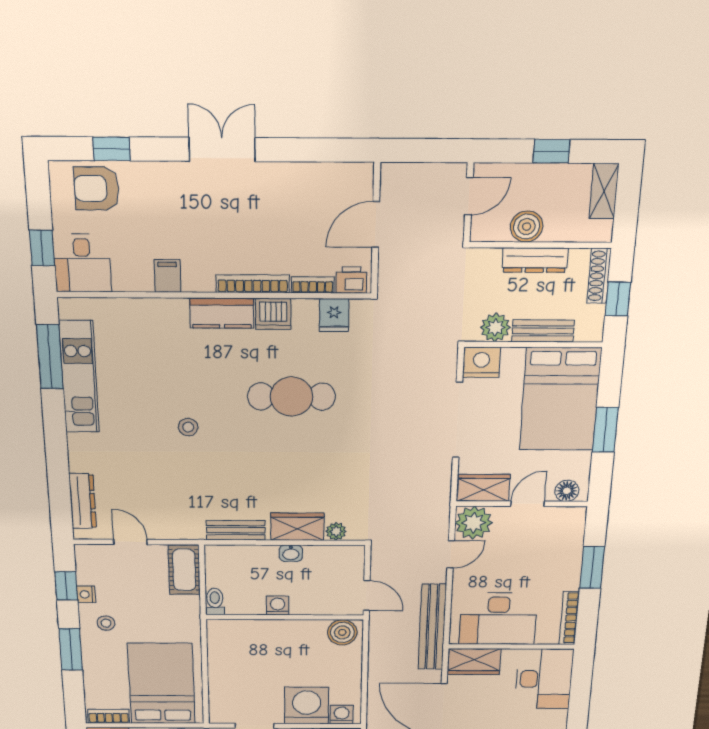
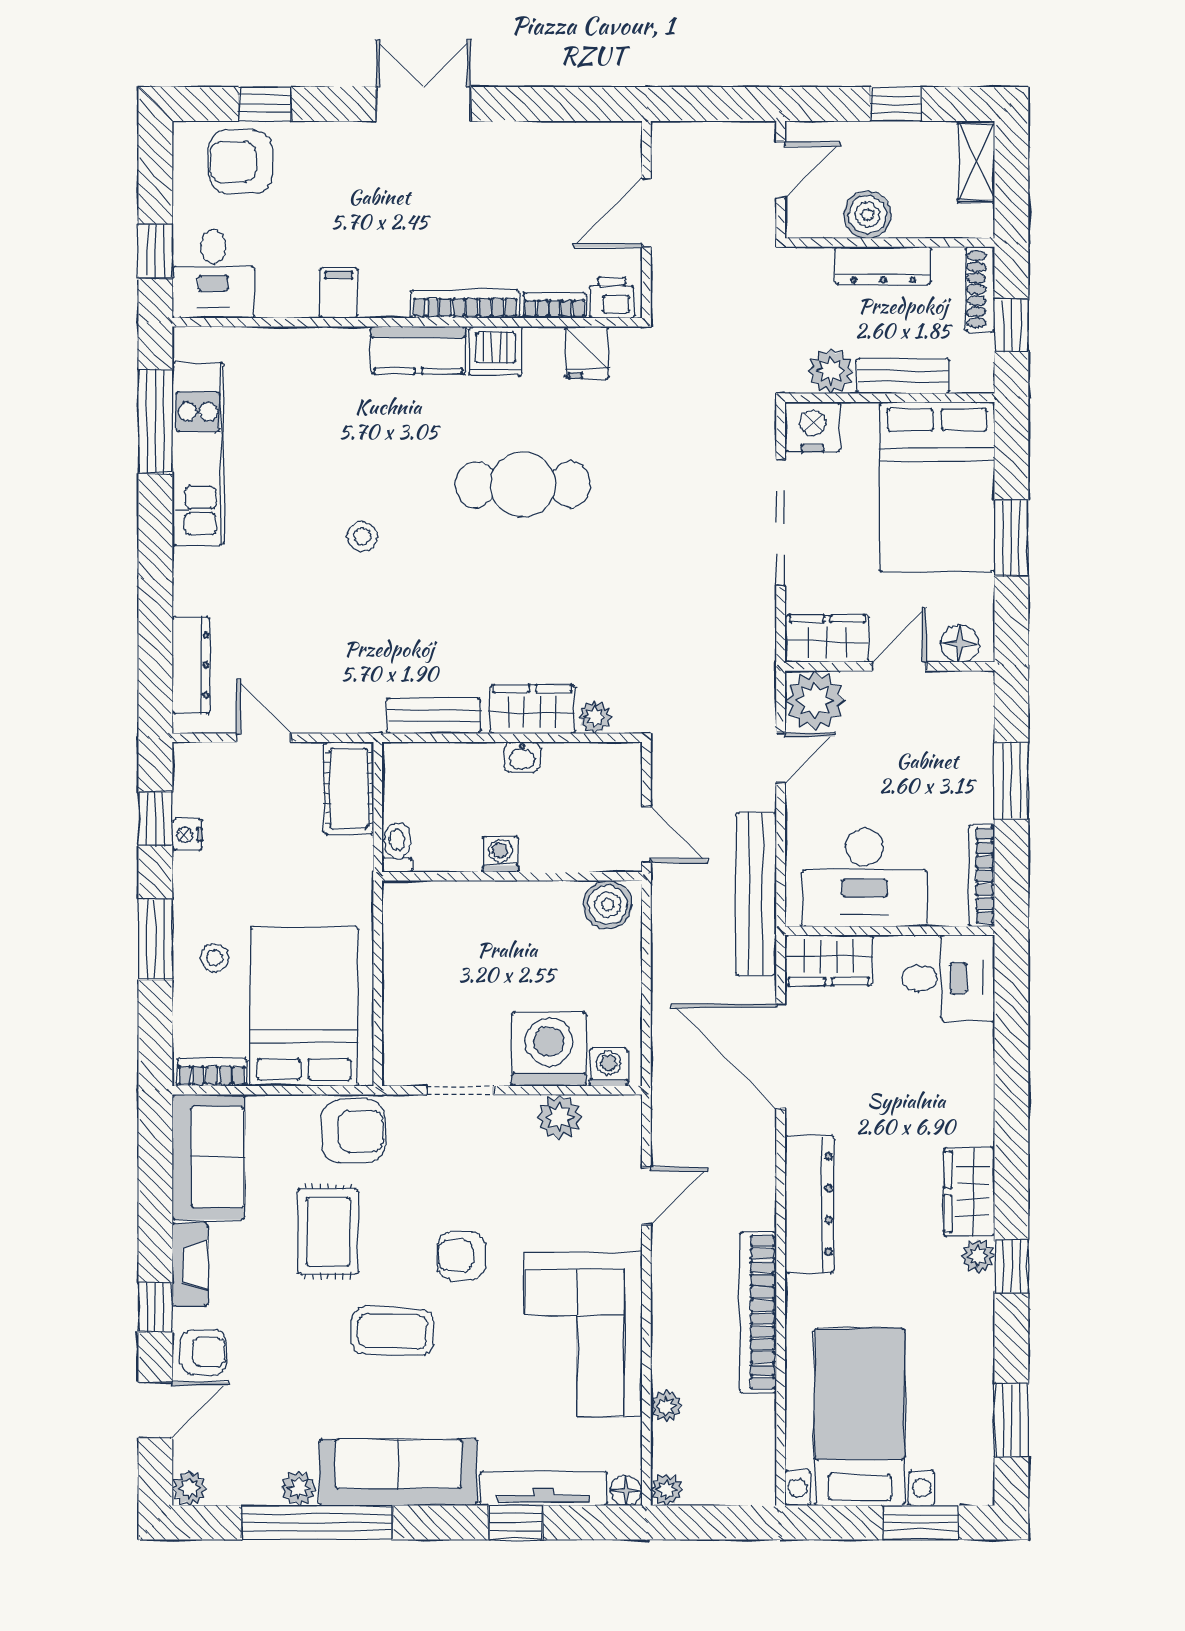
stool: (106, 623) -> (215, 958), moved
desk: (544, 679) -> (948, 978), width x0.73

